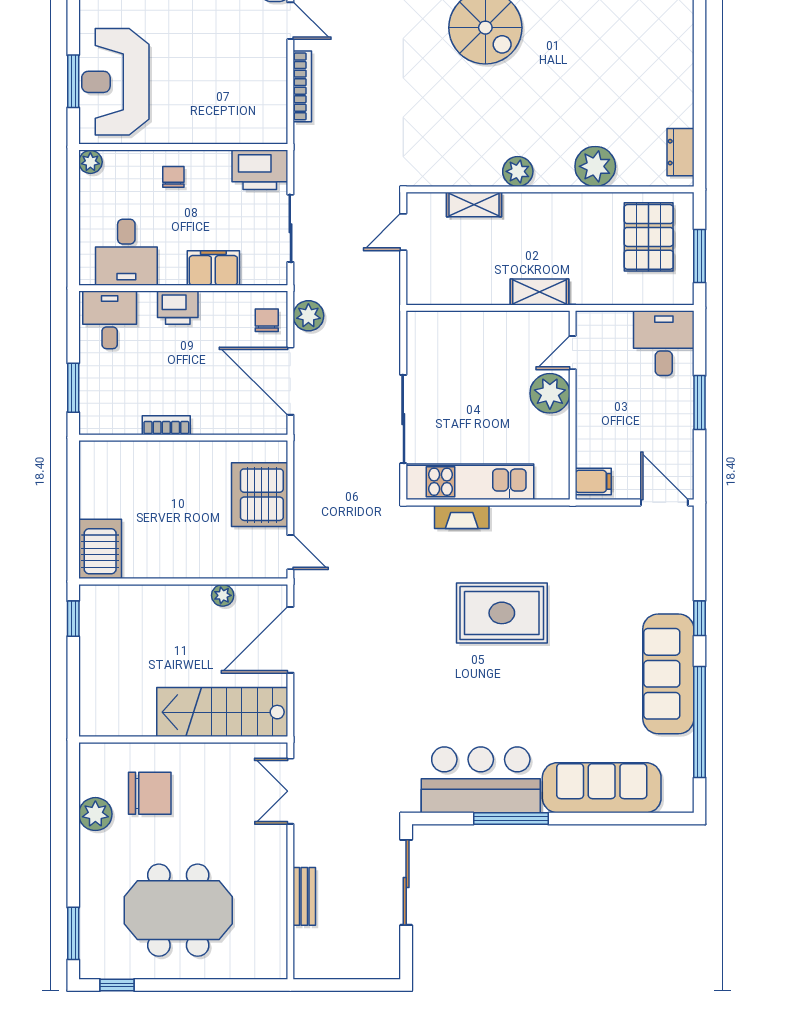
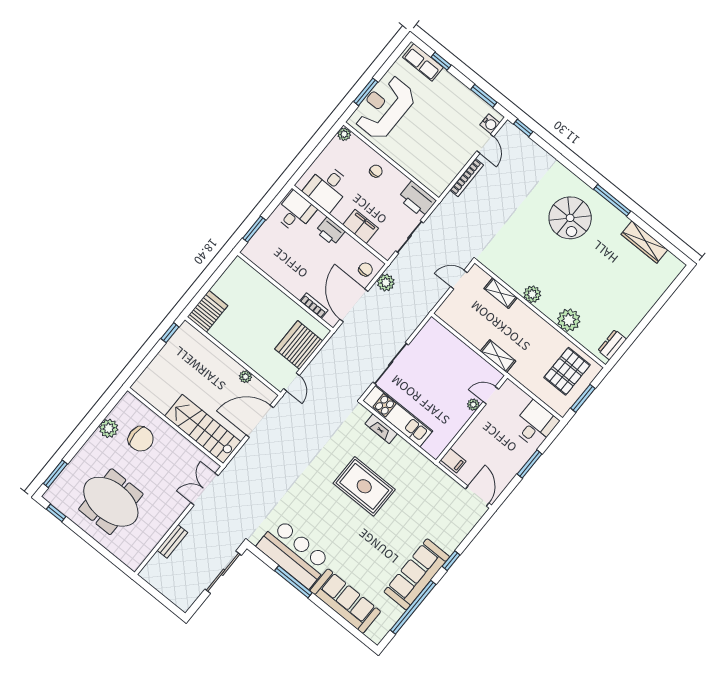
plant: (550, 393) -> (473, 405), width x0.53, depth x0.53
bookcase: (166, 425) -> (314, 306), moved

